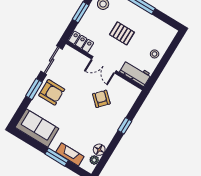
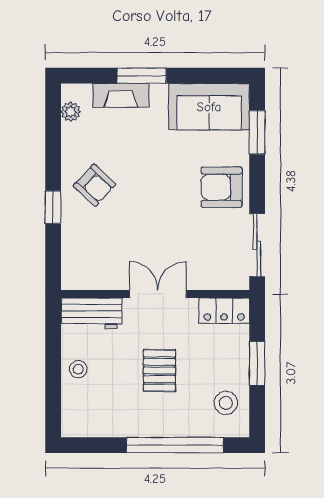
pallet: (122, 33) -> (159, 371), turned 90
window: (34, 89) -> (257, 132), moved
armchair: (101, 99) -> (95, 185), moved
floor lamp: (99, 150) -> (73, 136), removed

